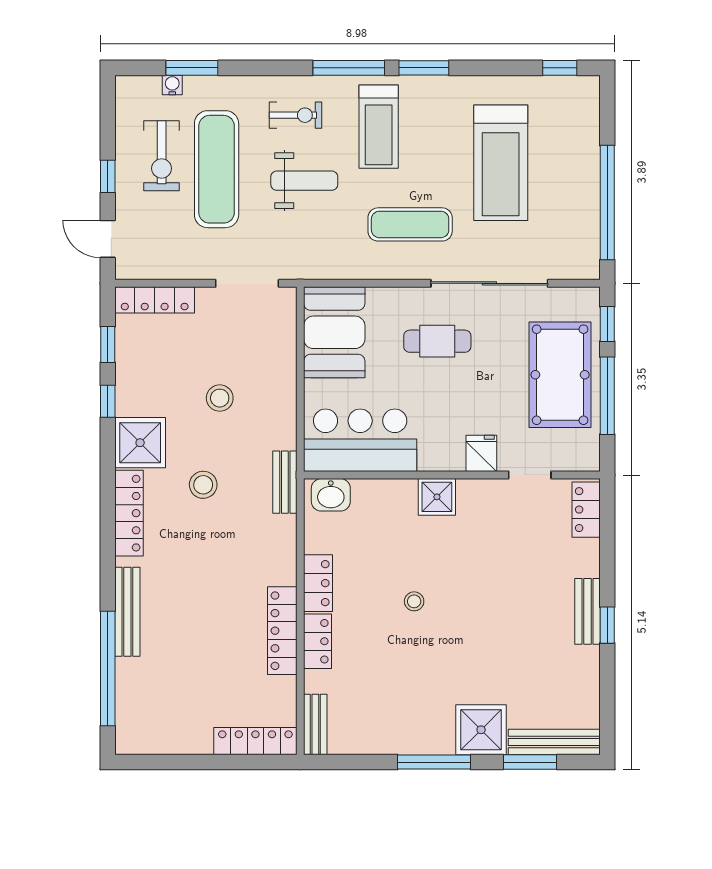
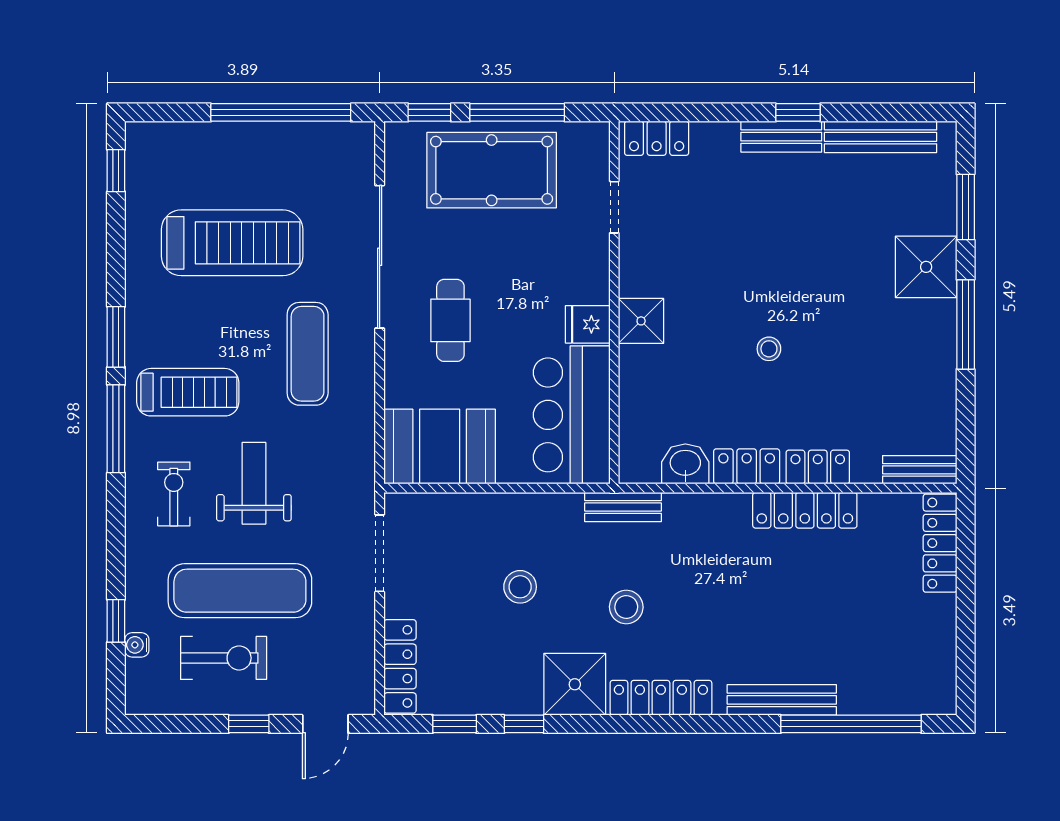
window: (192, 68) -> (116, 621), width x0.67
fridge: (481, 453) -> (588, 324), moved
washbasin: (331, 495) -> (685, 464), moved, turned -90
bench: (554, 742) -> (881, 137), moved, turned 90

